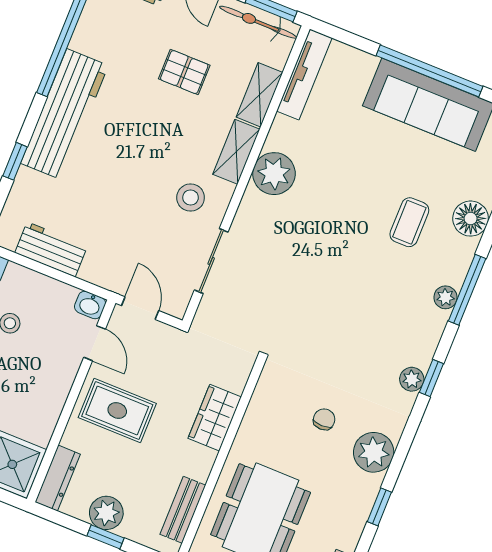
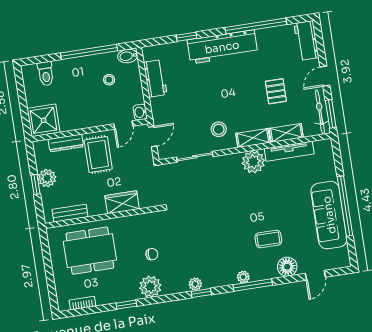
tv unit: (304, 74) -> (289, 151), moved
dresser: (58, 478) -> (66, 143), moved

